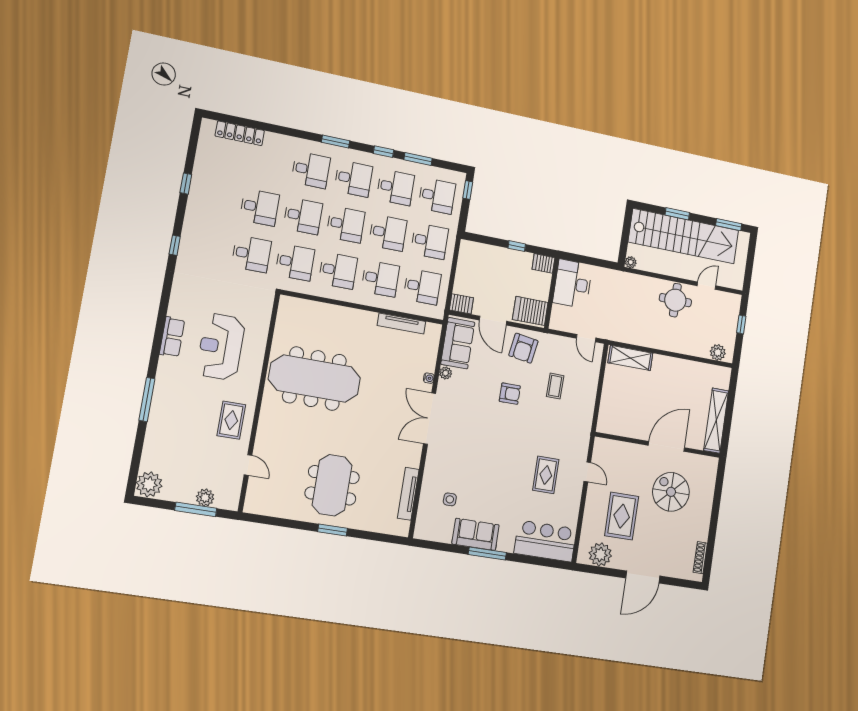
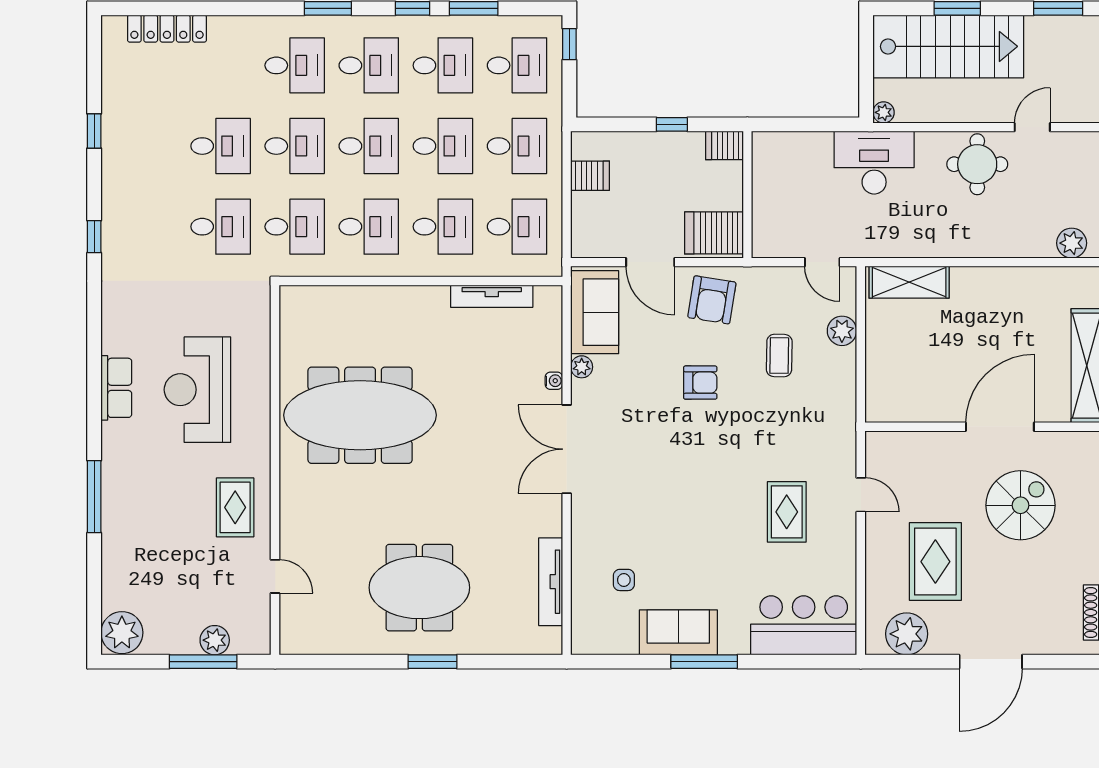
stairs: (684, 236) -> (948, 46), width x0.73
desk: (573, 284) -> (874, 163), moved, turned 90
server rack: (461, 304) -> (590, 176), moved
plant: (591, 378) -> (842, 331), added
meeting table: (332, 485) -> (419, 588), turned 90
spiral stairs: (671, 492) -> (1020, 505), turned 90

